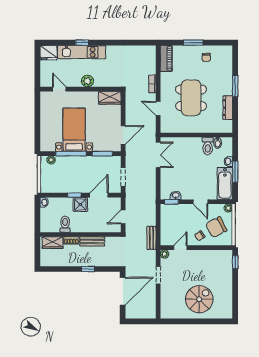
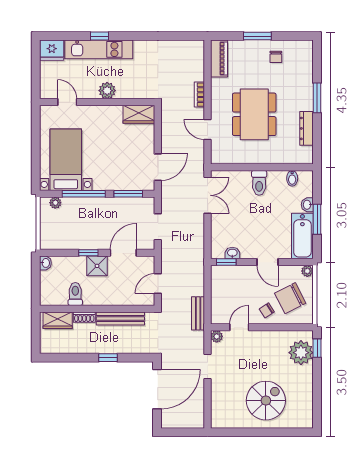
bed with nightstands: (74, 130) -> (66, 160), moved
toilet: (208, 146) -> (259, 183), moved
bench: (92, 241) -> (120, 319), width x1.36
plant: (224, 265) -> (301, 353), added

